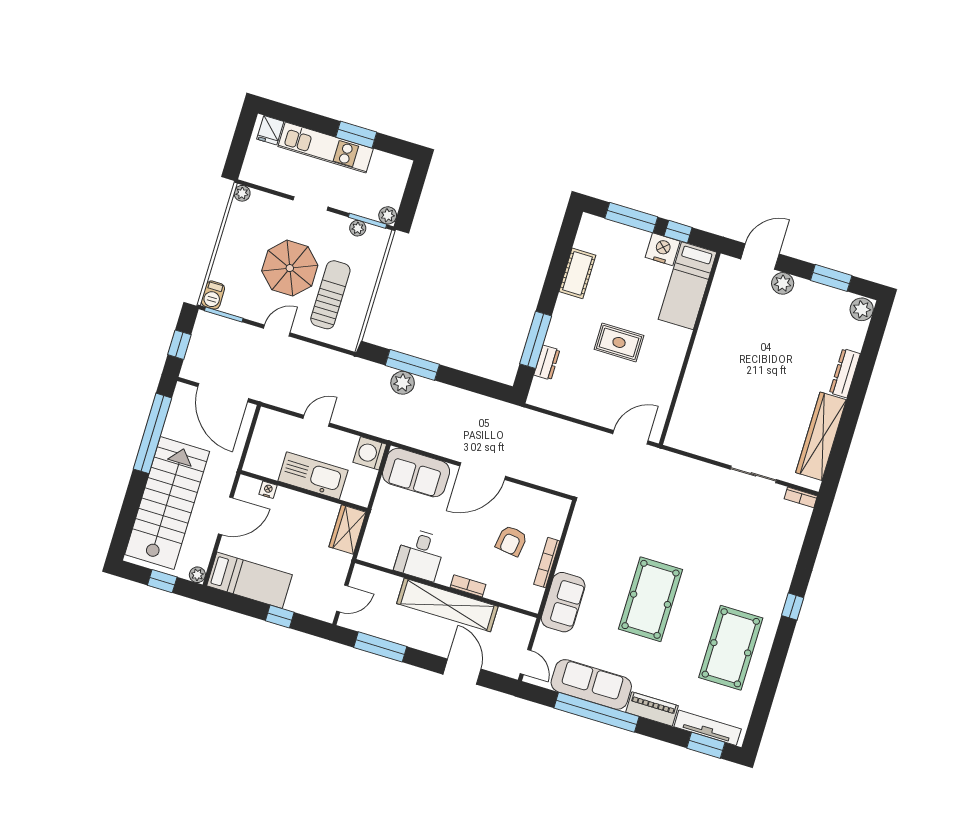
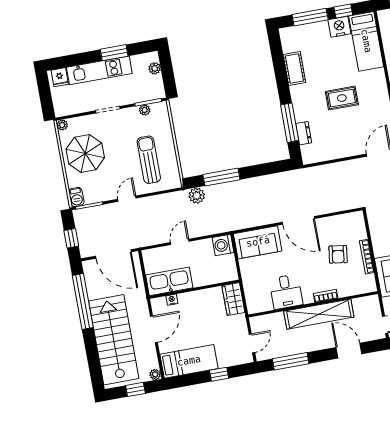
plant: (388, 215) -> (155, 68), moved
parasol: (290, 268) -> (85, 153), moved
plant: (403, 383) -> (197, 196), moved
door: (483, 471) -> (298, 220), hinge flipped
kitchen sink: (313, 476) -> (169, 281), moved

